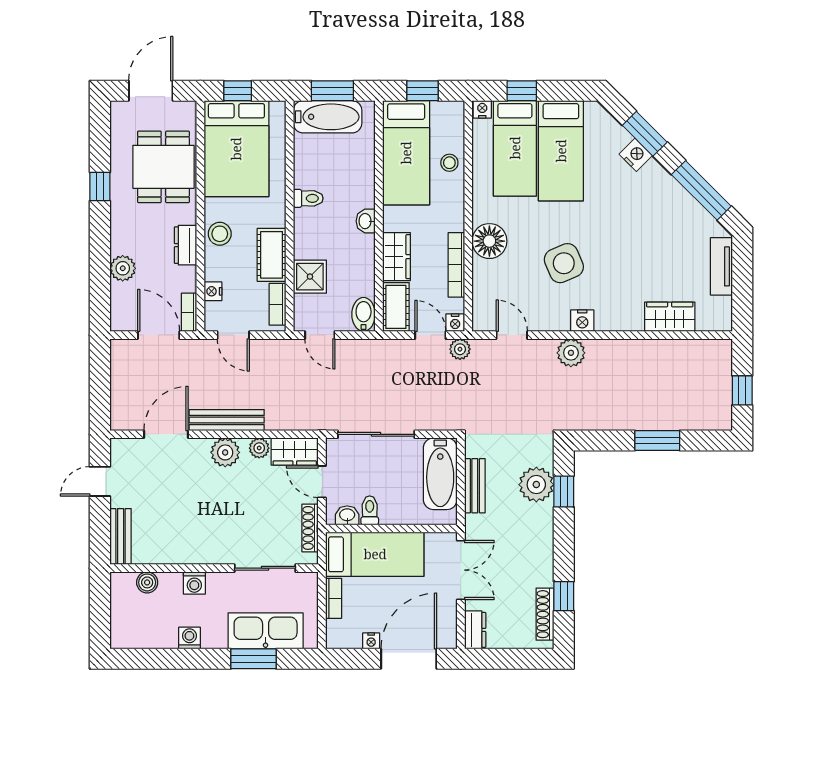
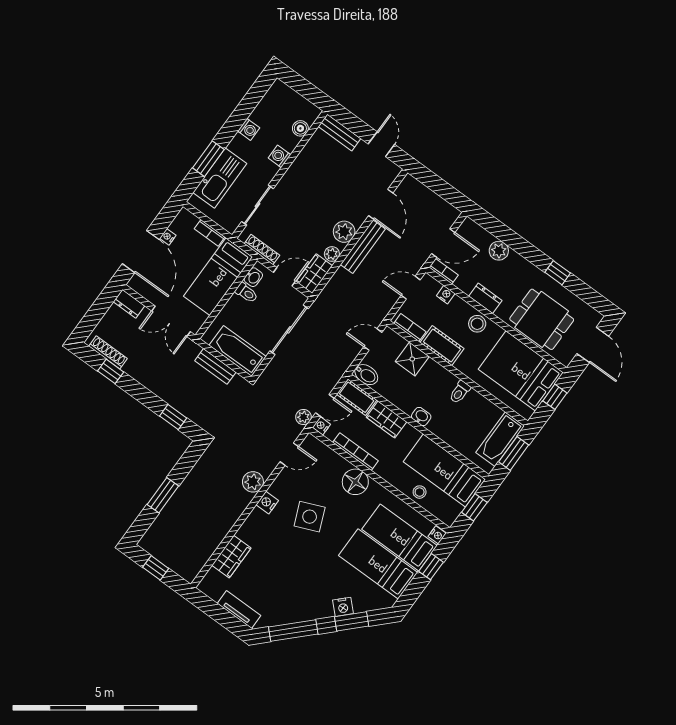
plant: (536, 485) -> (189, 404), removed

